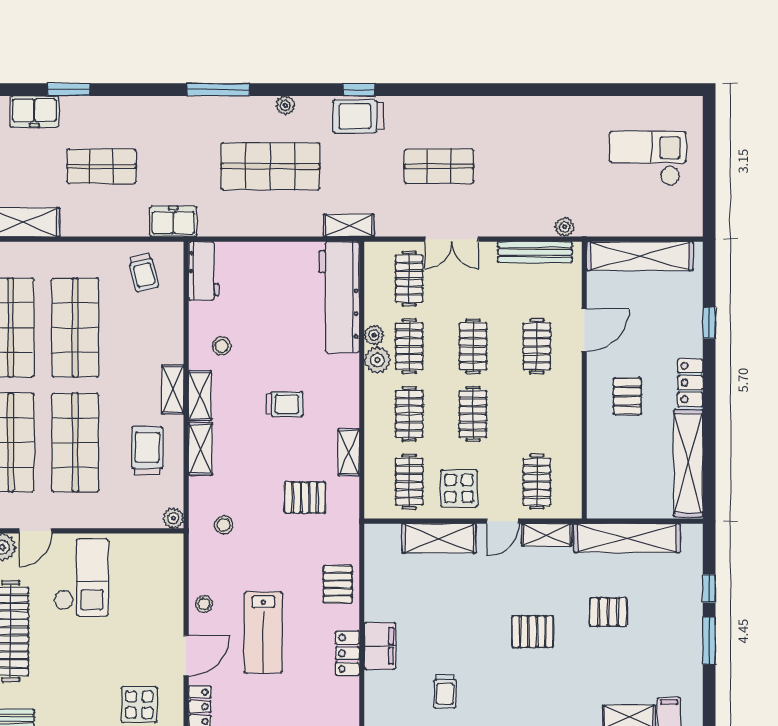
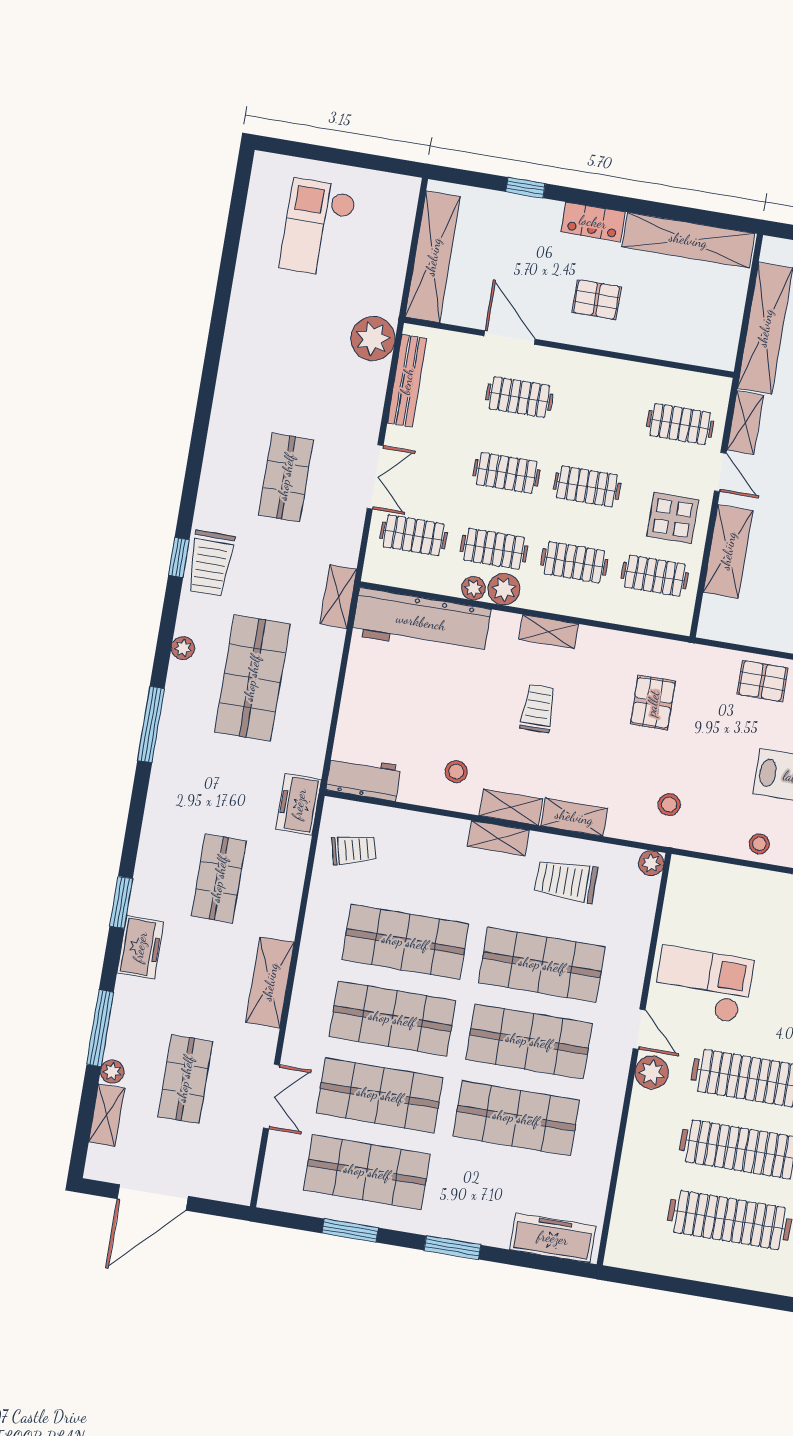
plant: (565, 227) -> (373, 339), width x1.88, depth x1.88
shelving: (349, 452) -> (548, 632), moved

